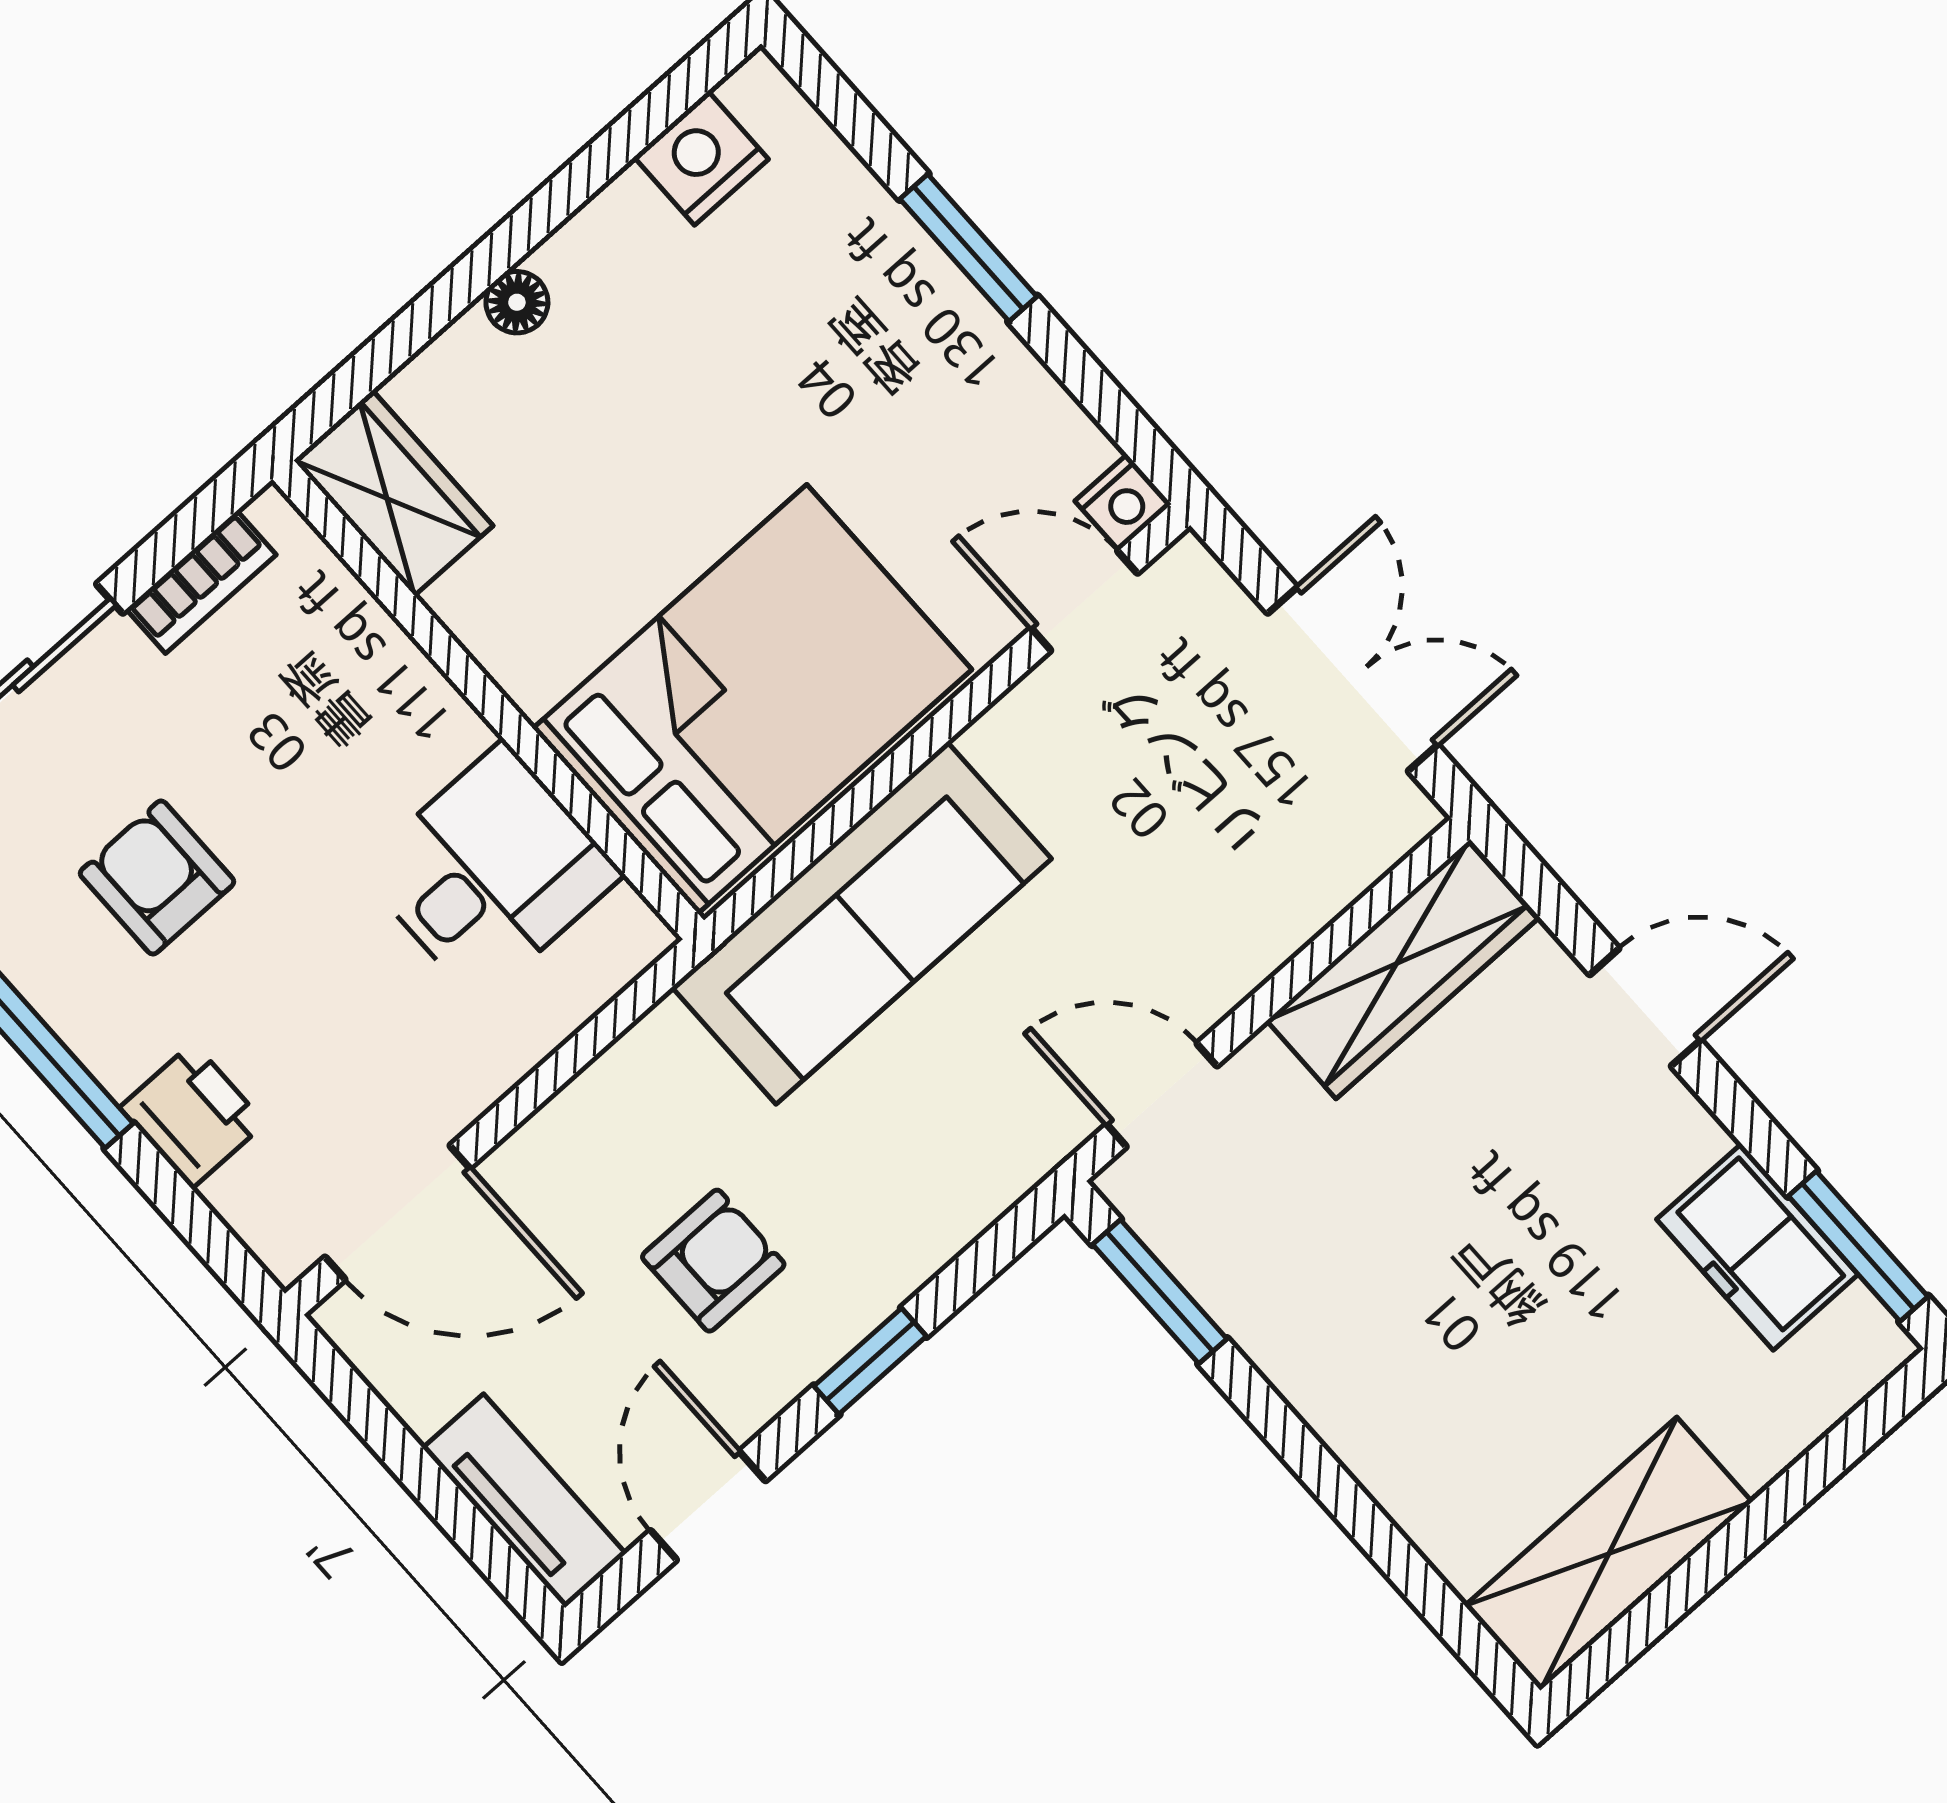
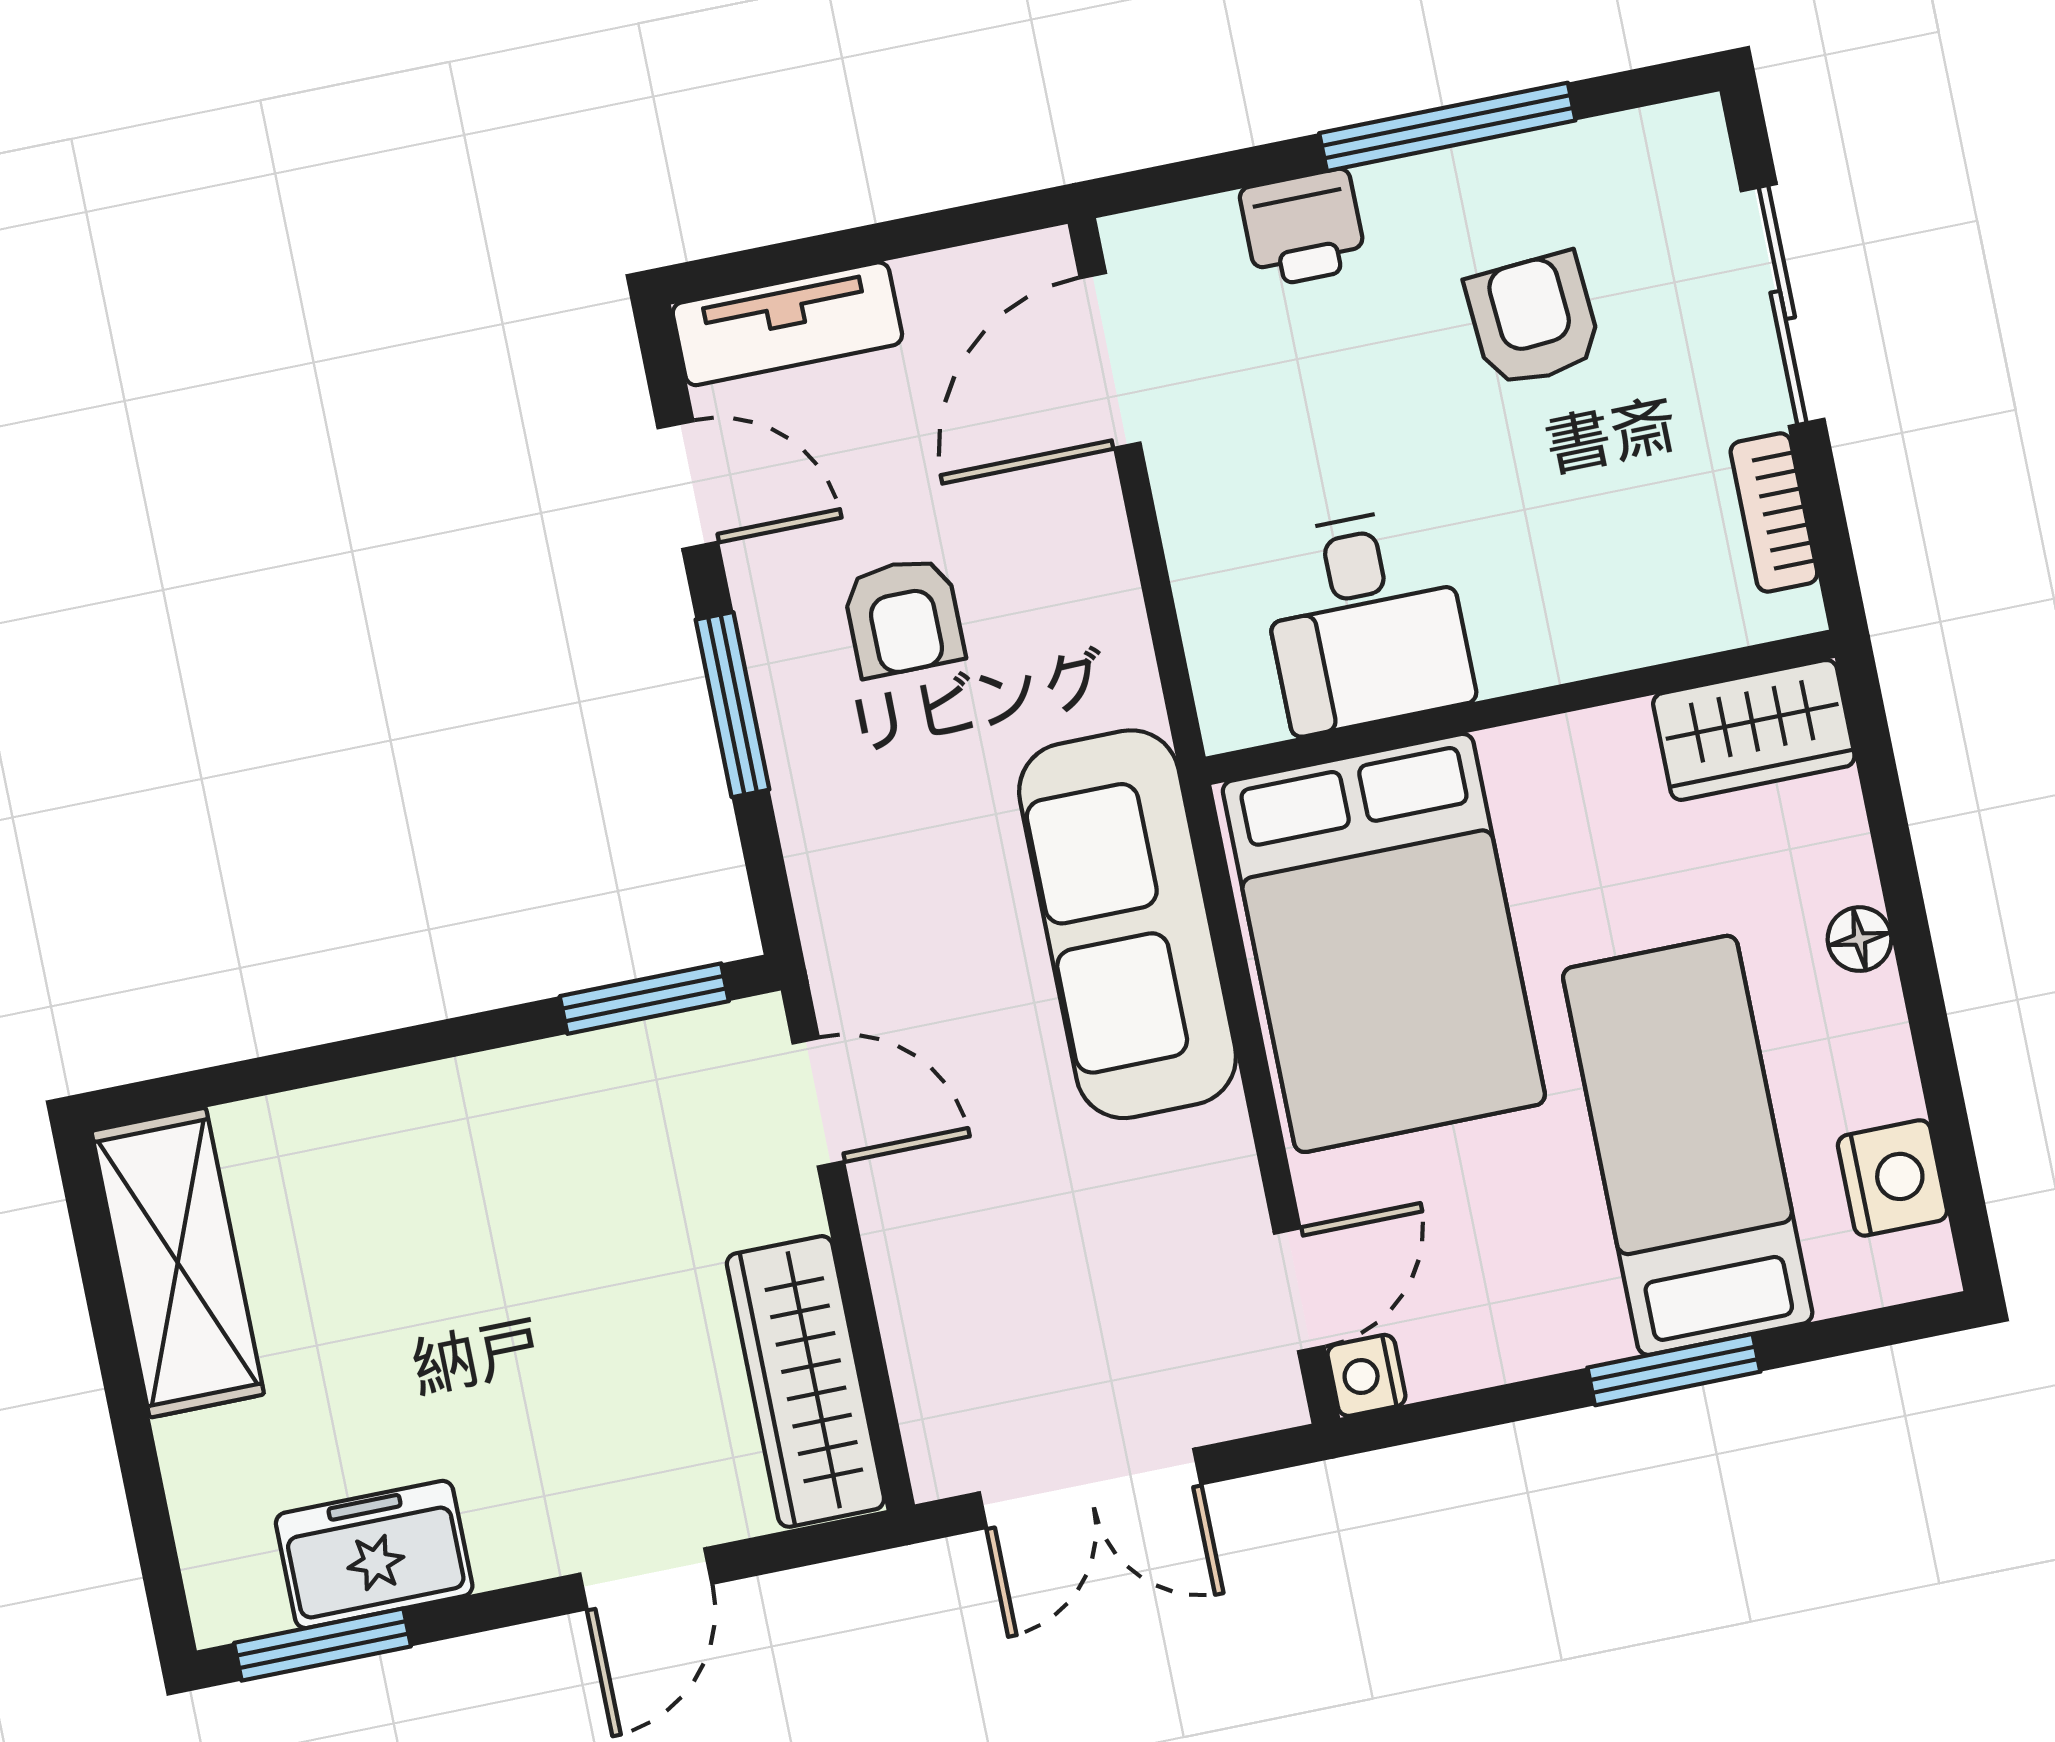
bed: (774, 346) -> (1688, 1145), added
armchair: (157, 878) -> (1533, 320), turned -94
door: (1162, 1095) -> (818, 1102), hinge flipped
window: (870, 1361) -> (733, 705), width x1.50

